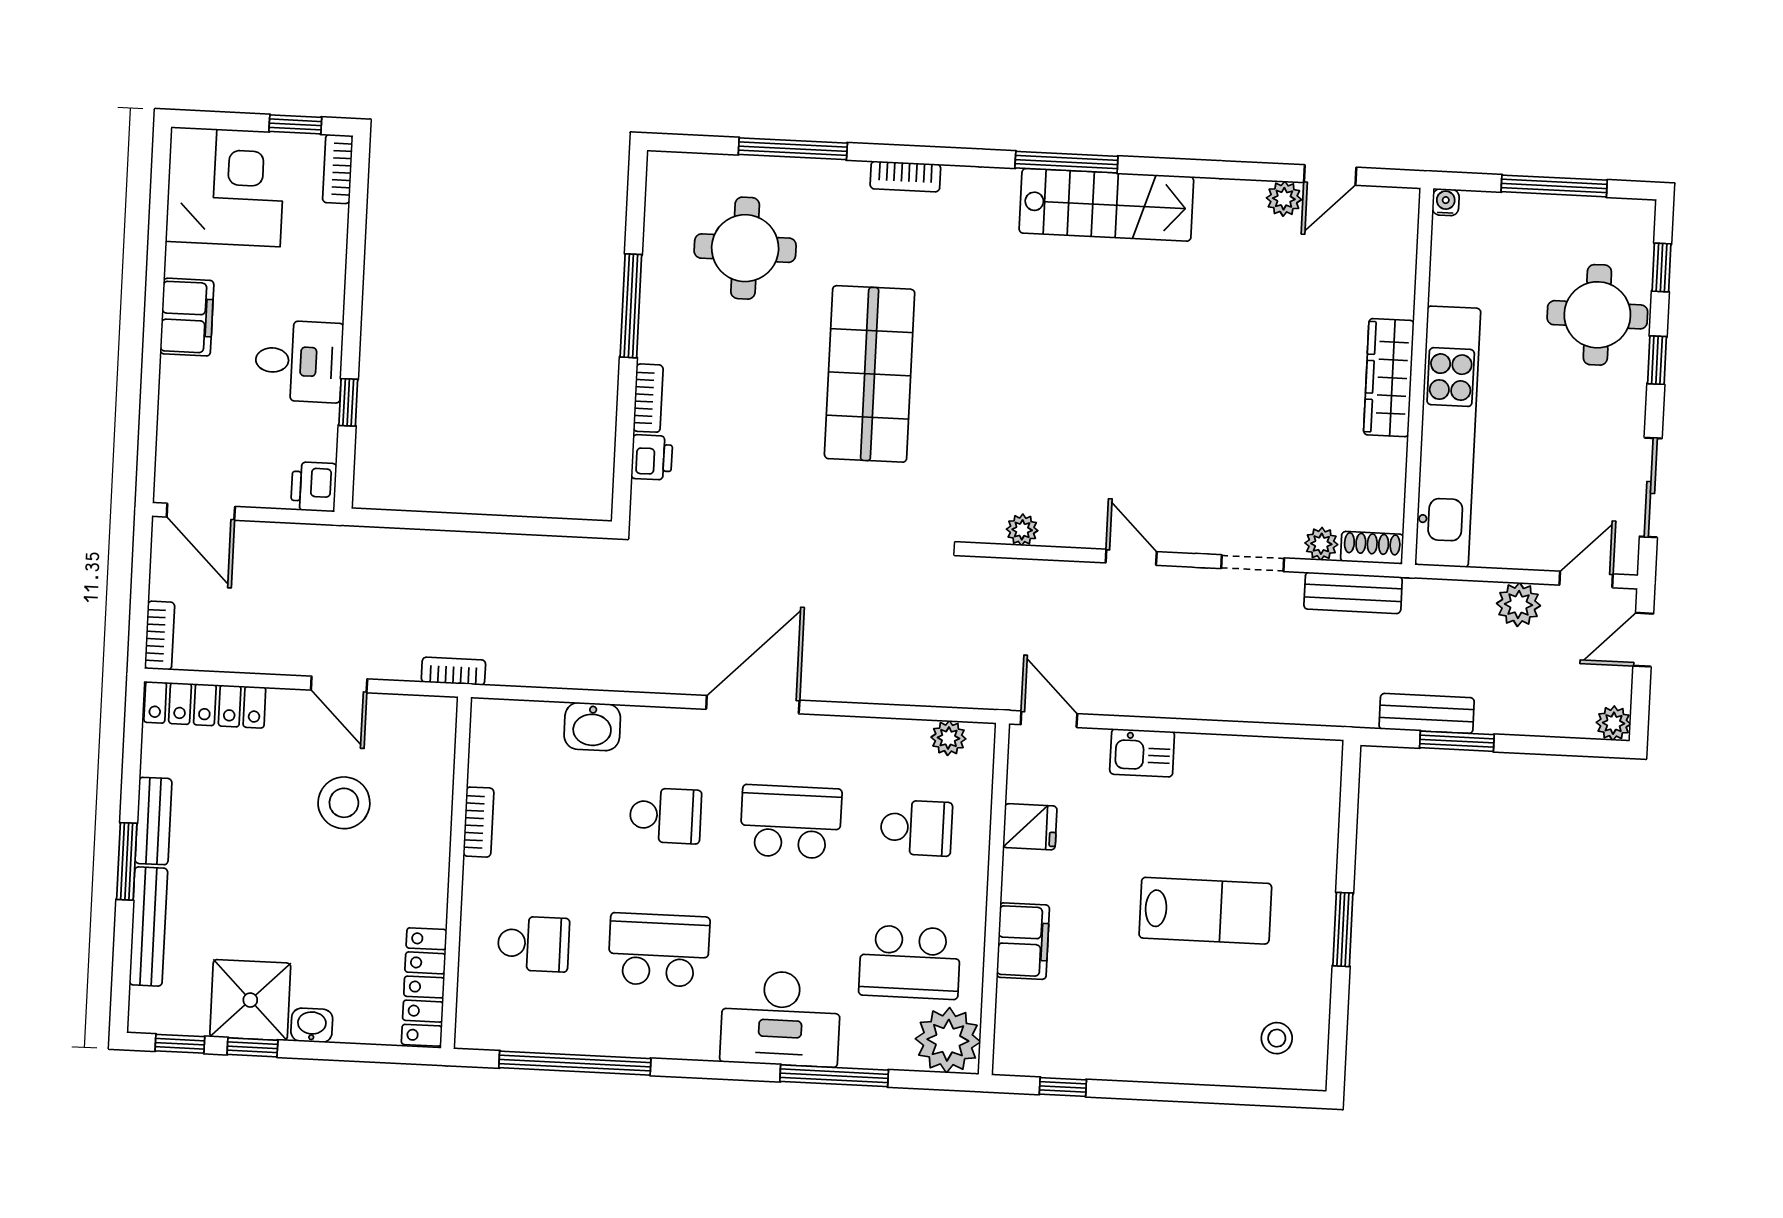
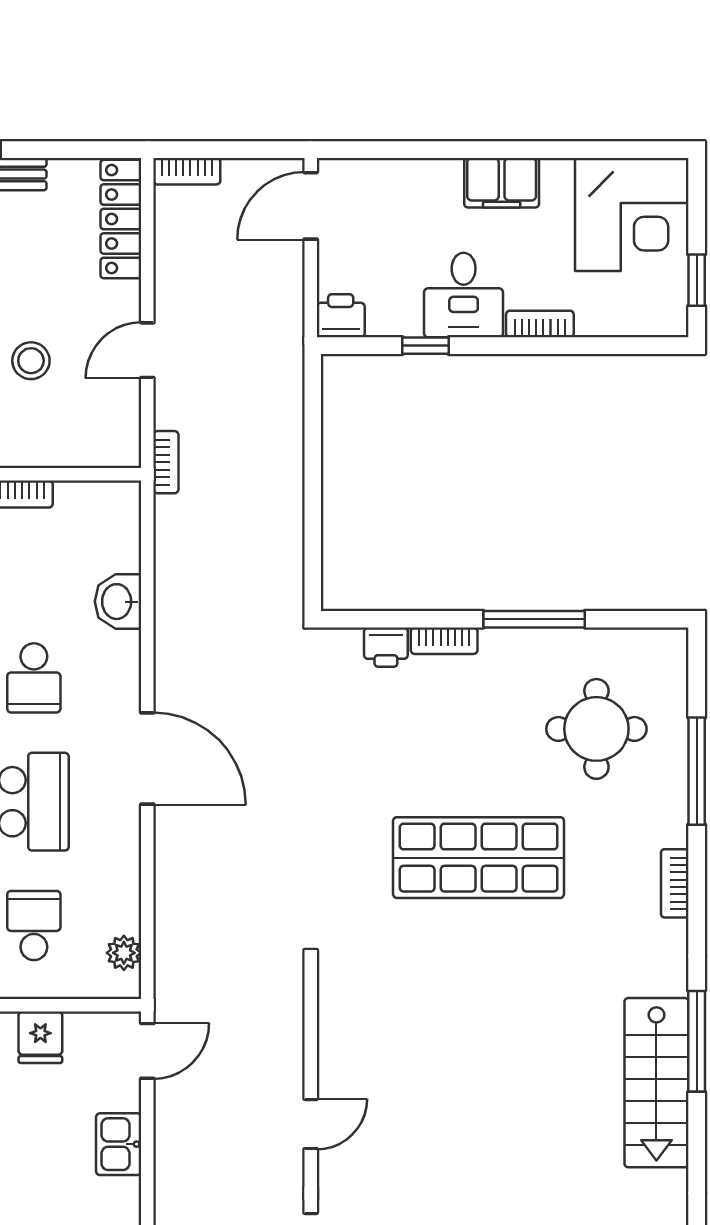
bookcase: (338, 169) -> (540, 324), moved
plant: (1022, 530) -> (332, 1015), removed
stool: (344, 803) -> (31, 361), width x0.73, depth x0.73
school desk: (916, 828) -> (34, 925), turned 180

